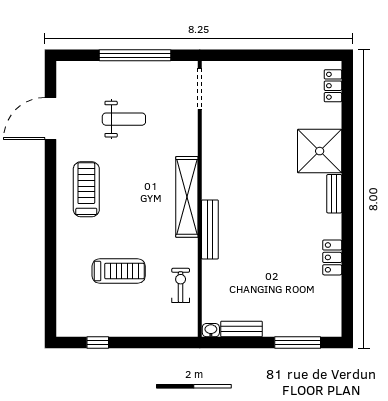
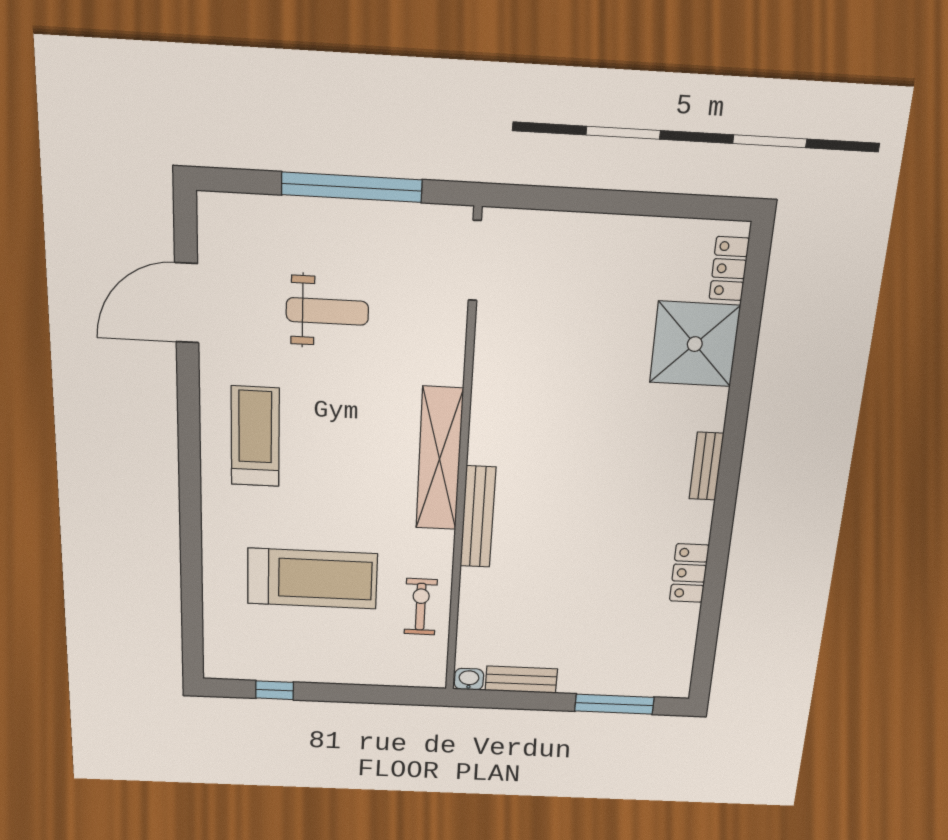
shower: (320, 151) -> (695, 344), moved
treadmill: (119, 271) -> (312, 579), width x1.37, depth x1.38

